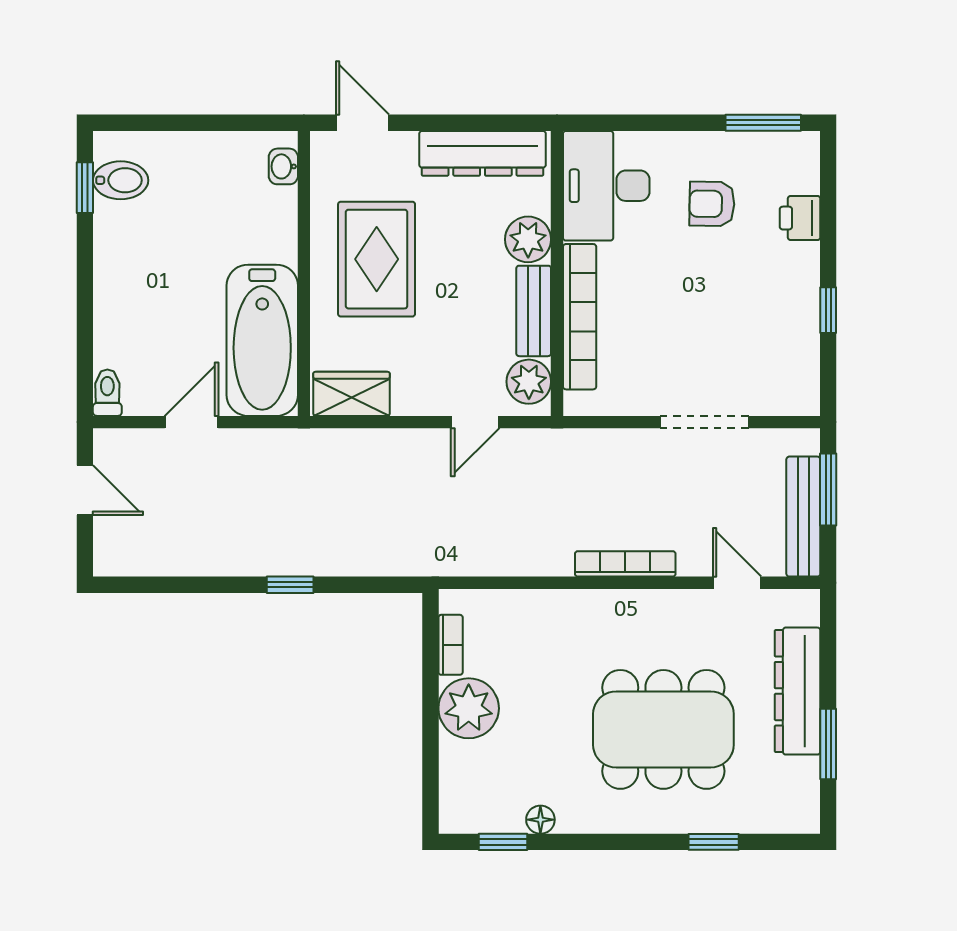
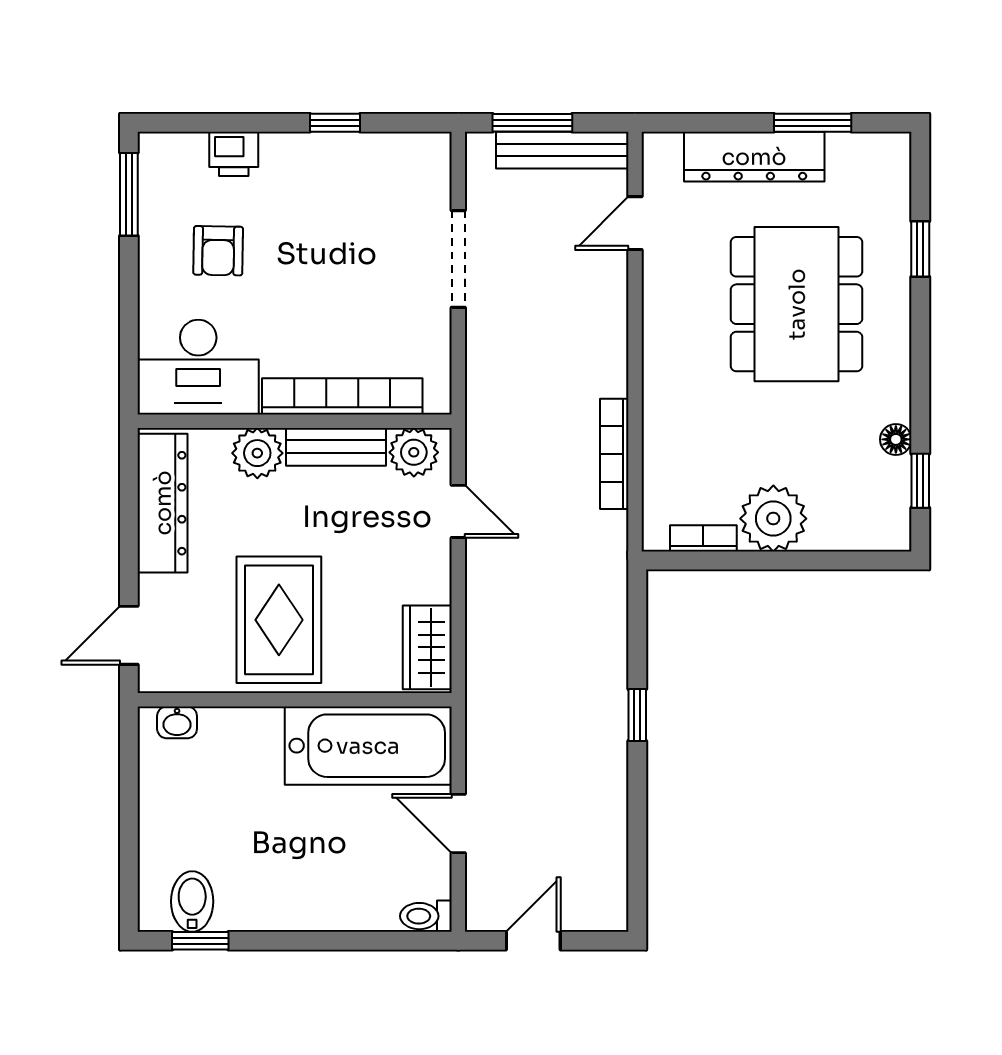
rug: (377, 259) -> (279, 620), turned 90
bookcase: (625, 564) -> (614, 454), moved

